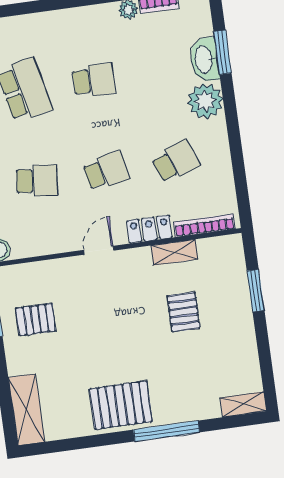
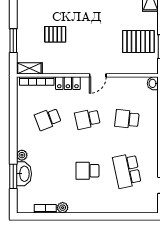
plant: (205, 101) -> (22, 155), width x0.53, depth x0.53
shelving: (174, 252) -> (29, 68), moved
pallet: (183, 312) -> (55, 34), turned 90
pallet: (36, 320) -> (138, 42), width x1.50, depth x1.42

